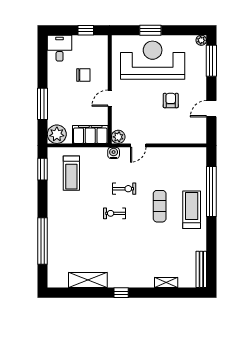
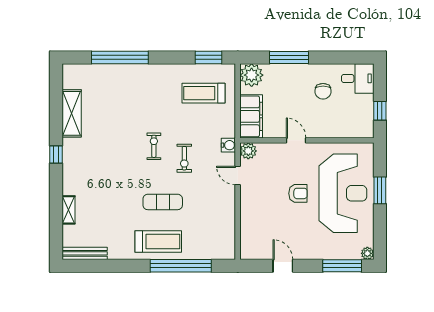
chair: (83, 75) -> (323, 91), moved
armchair: (171, 101) -> (298, 193), moved

